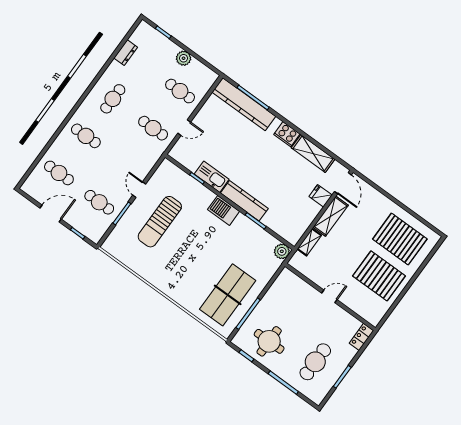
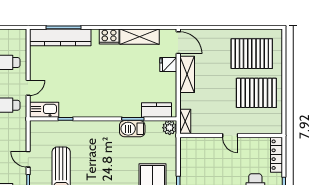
kitchen sink: (212, 177) -> (44, 110), moved
kitchen counter: (244, 201) -> (156, 110), moved, width x0.67
barbecue: (224, 210) -> (132, 129), moved
shelving: (309, 242) -> (185, 121), moved
door: (329, 296) -> (230, 135), swing flipped
locker: (361, 337) -> (277, 155), width x1.53

